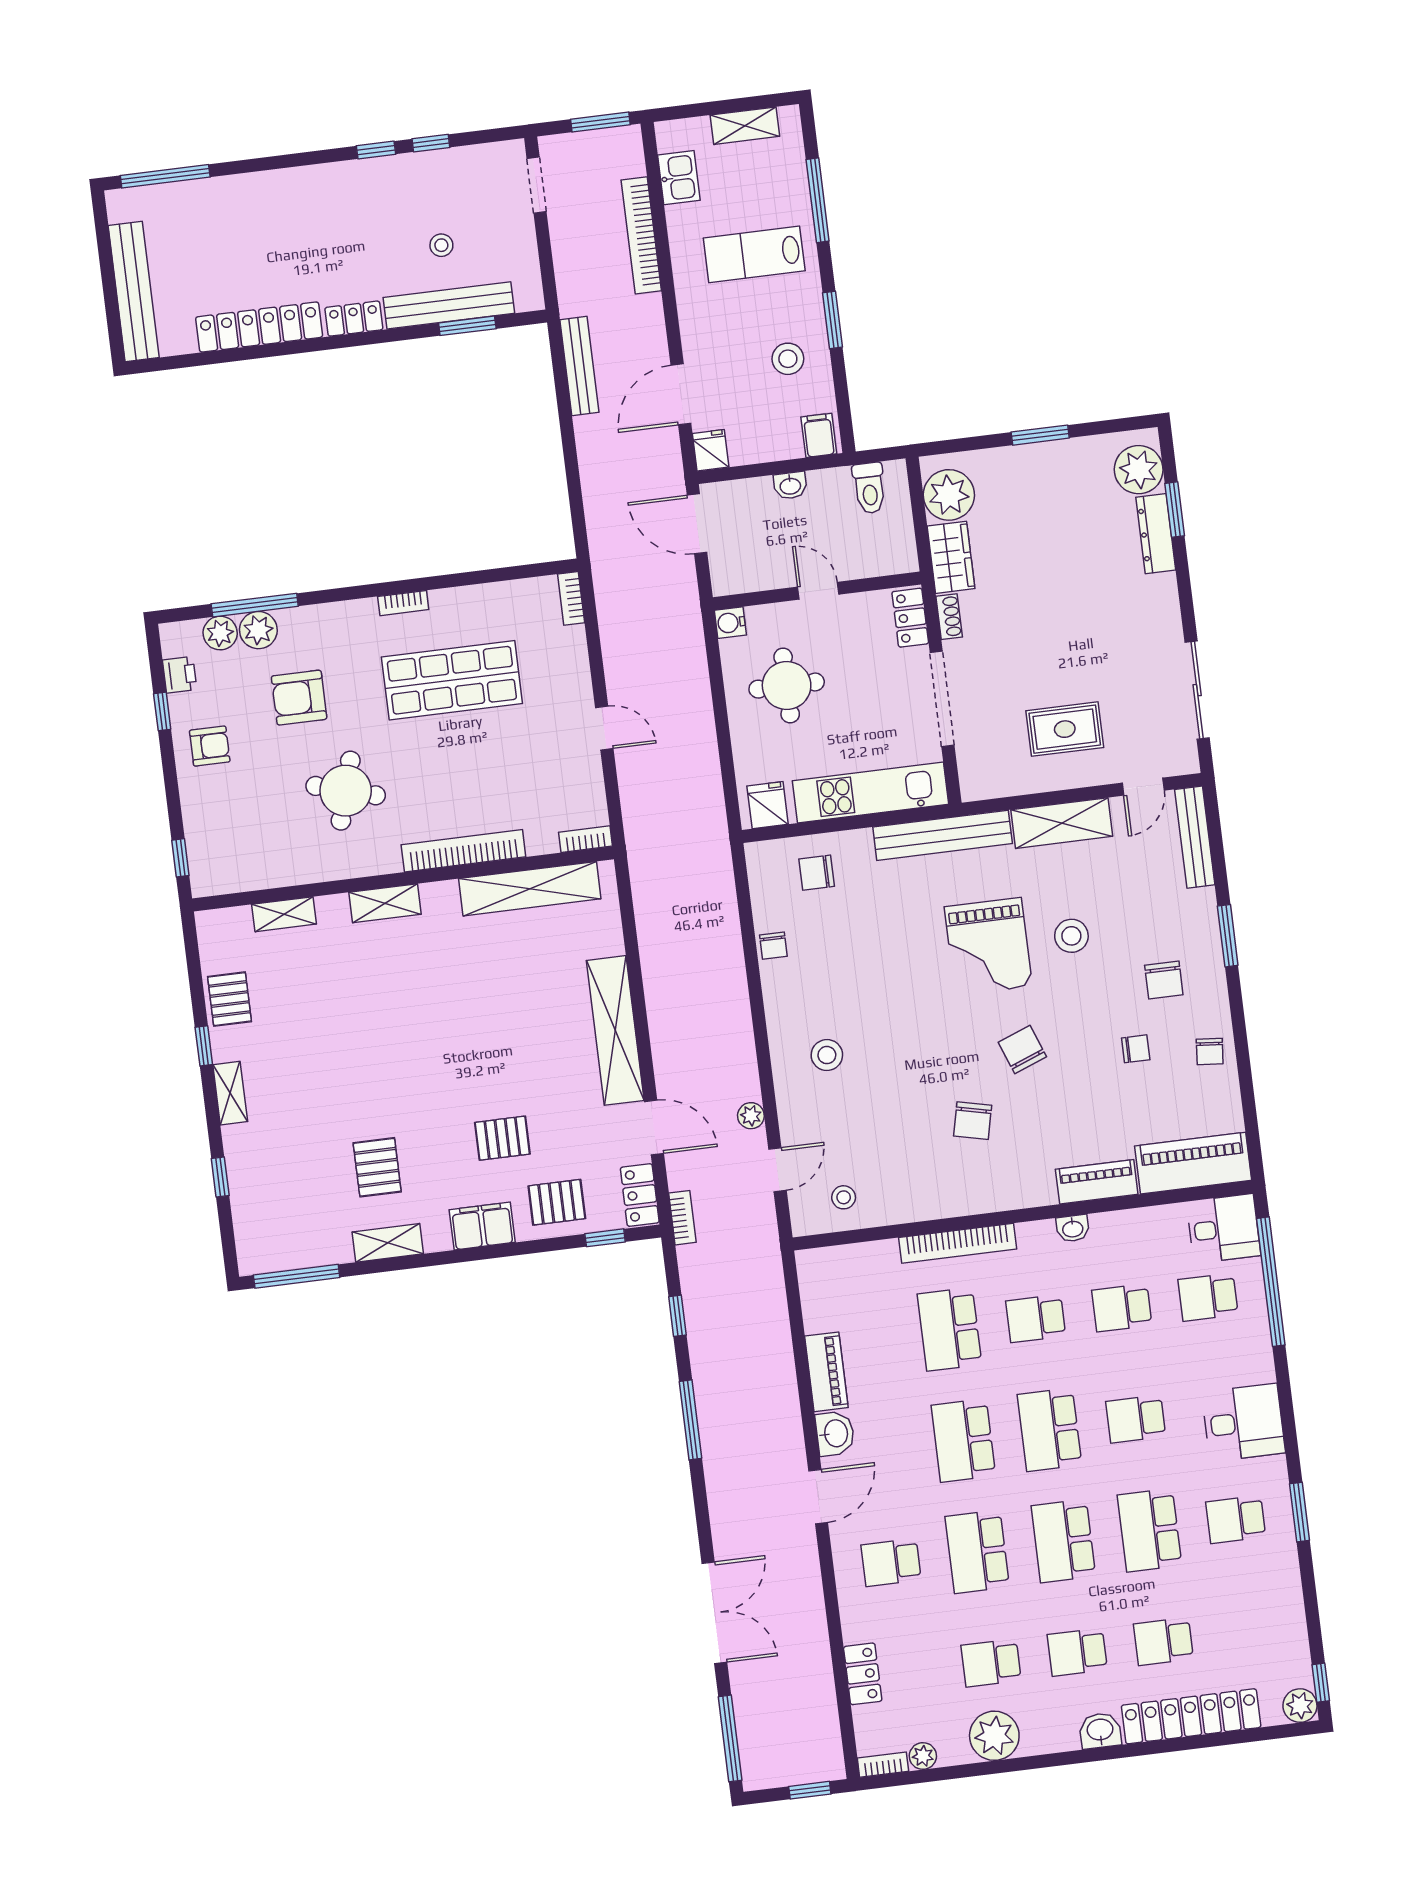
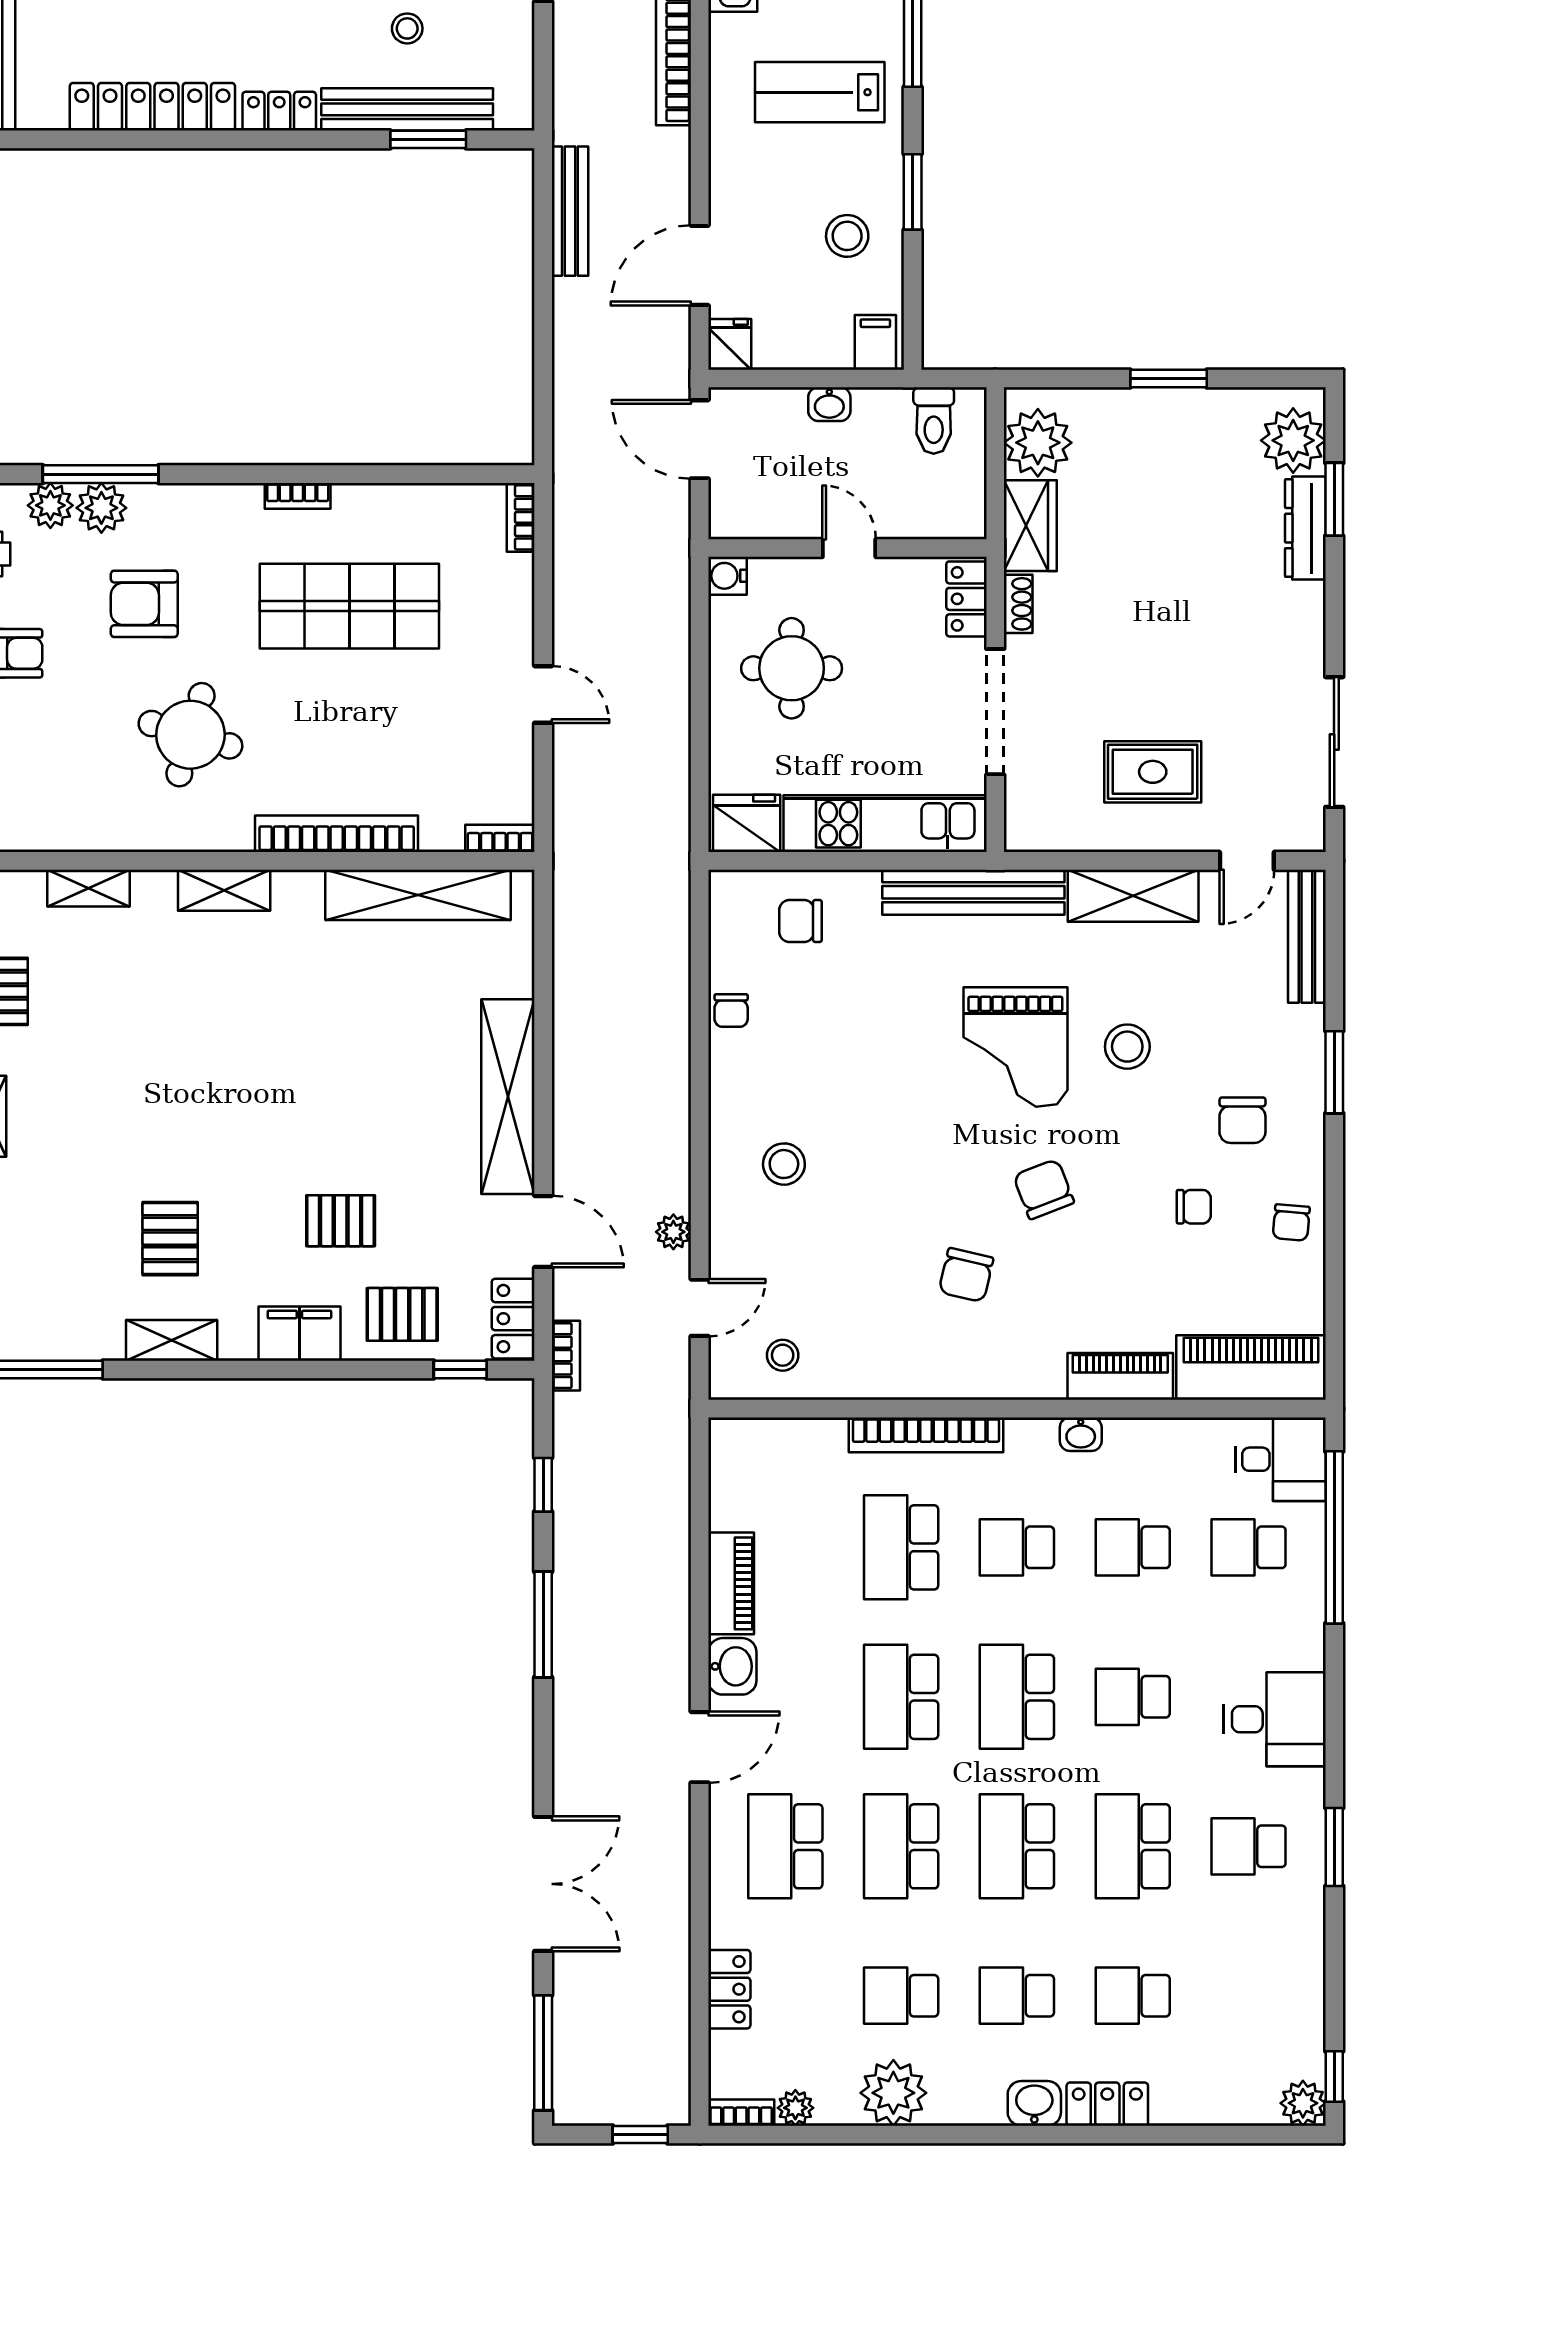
fridge: (768, 805) -> (747, 823), width x1.38
school desk: (891, 1562) -> (785, 1846), width x1.85
locker: (1191, 1716) -> (1107, 2104), width x0.46, depth x0.83

